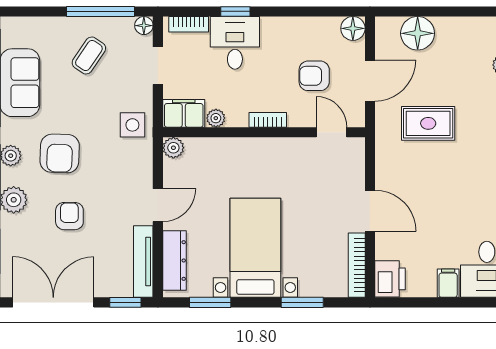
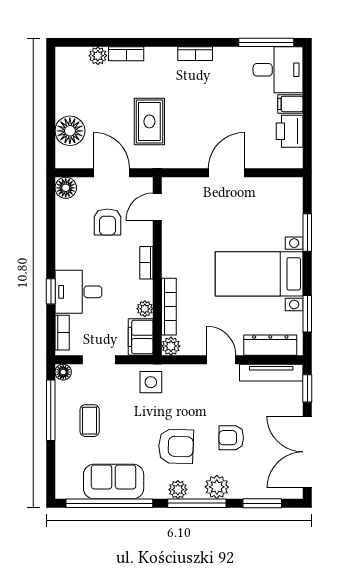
coffee table: (89, 56) -> (90, 421), turned 56
bookcase: (357, 265) -> (169, 307), moved, turned -90
printer: (390, 279) -> (290, 131), moved, turned -90

